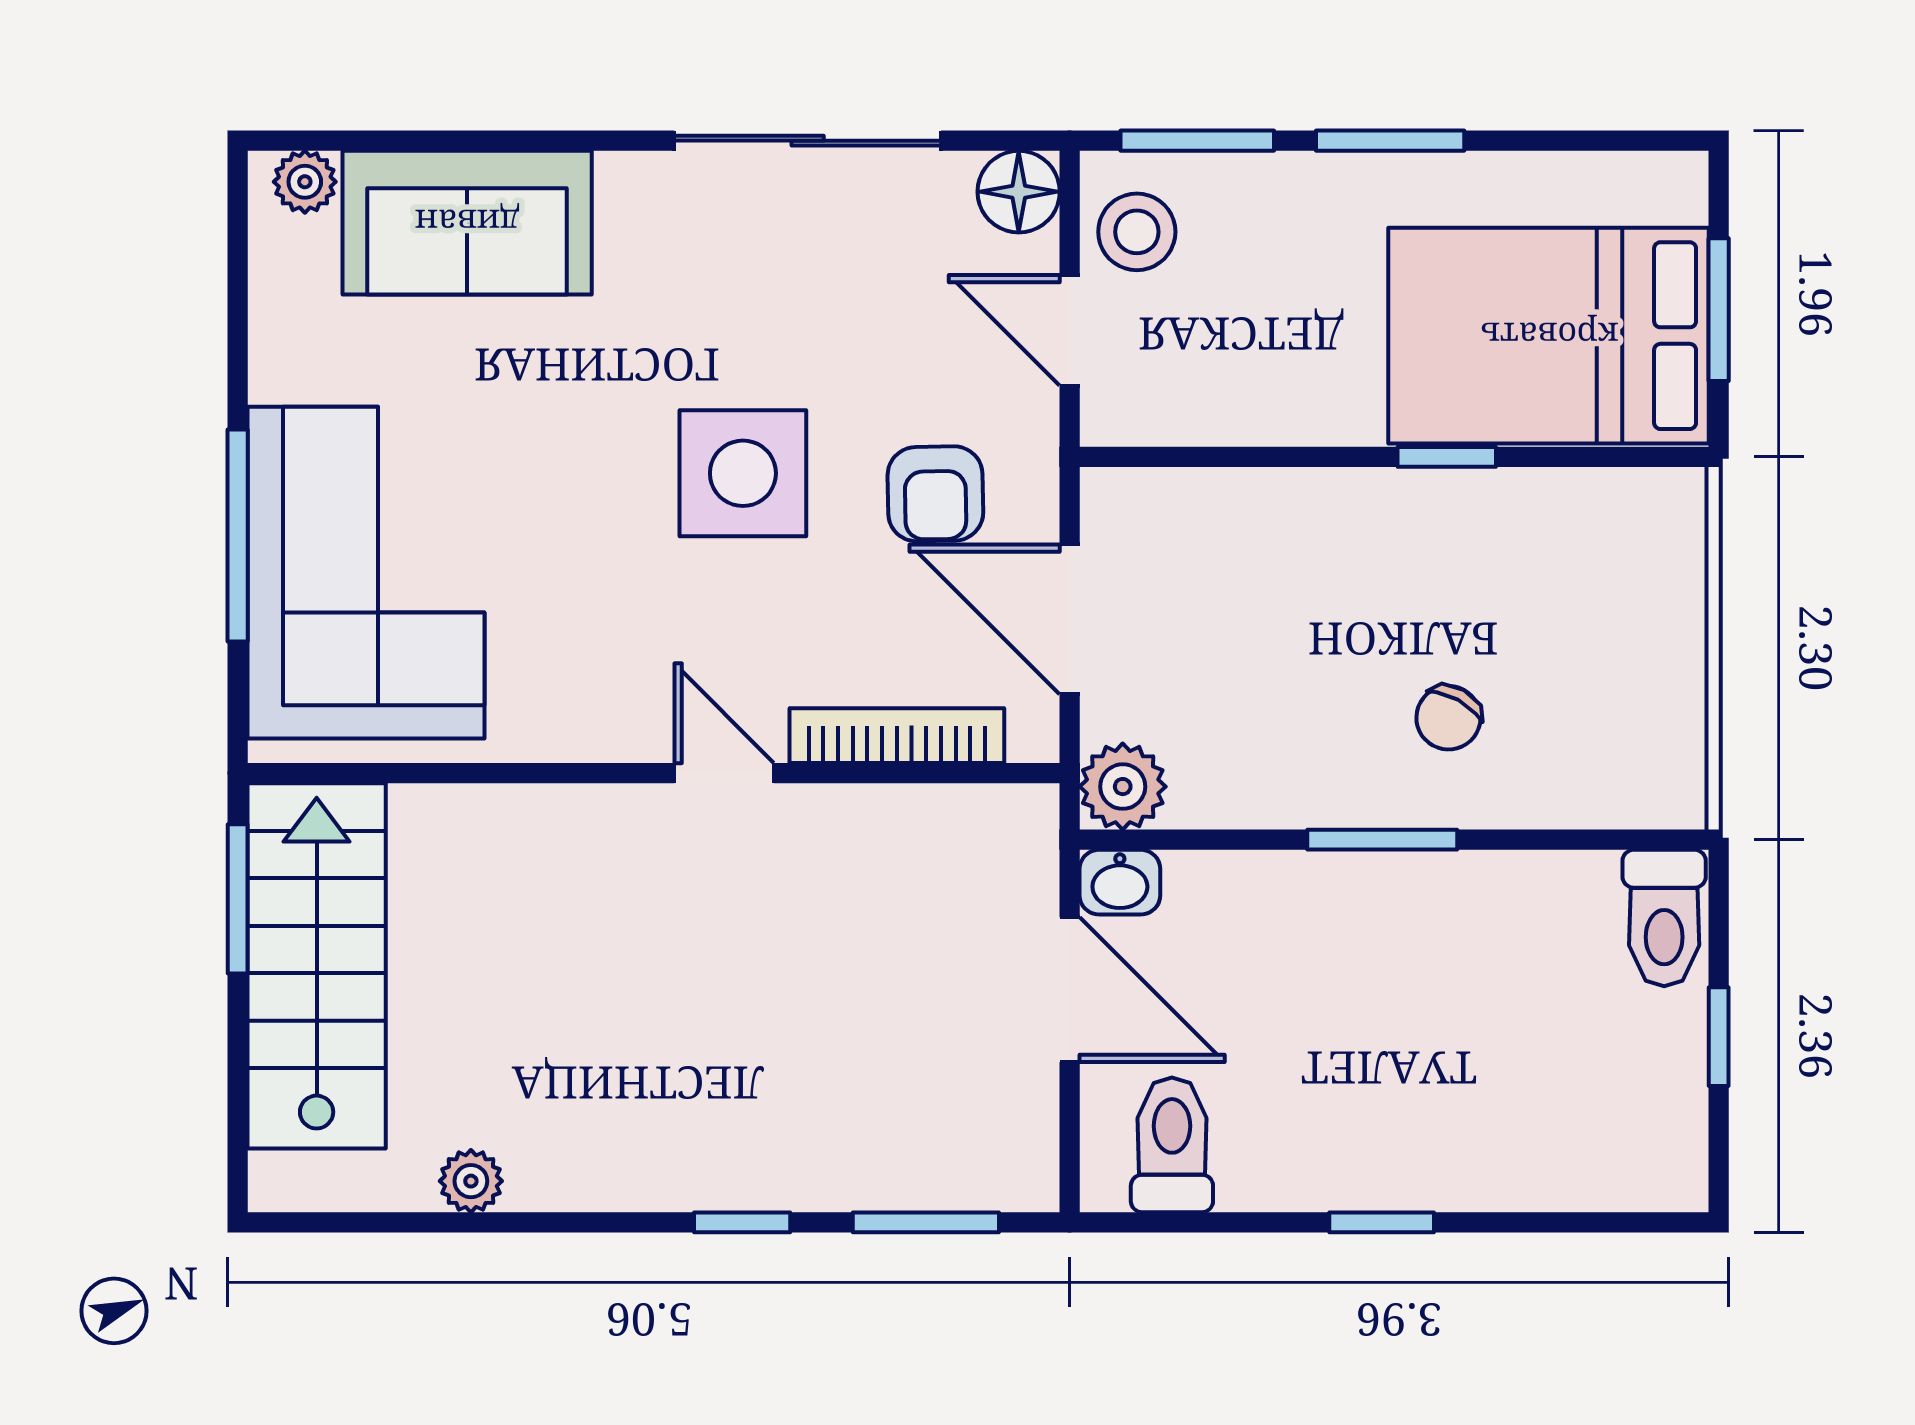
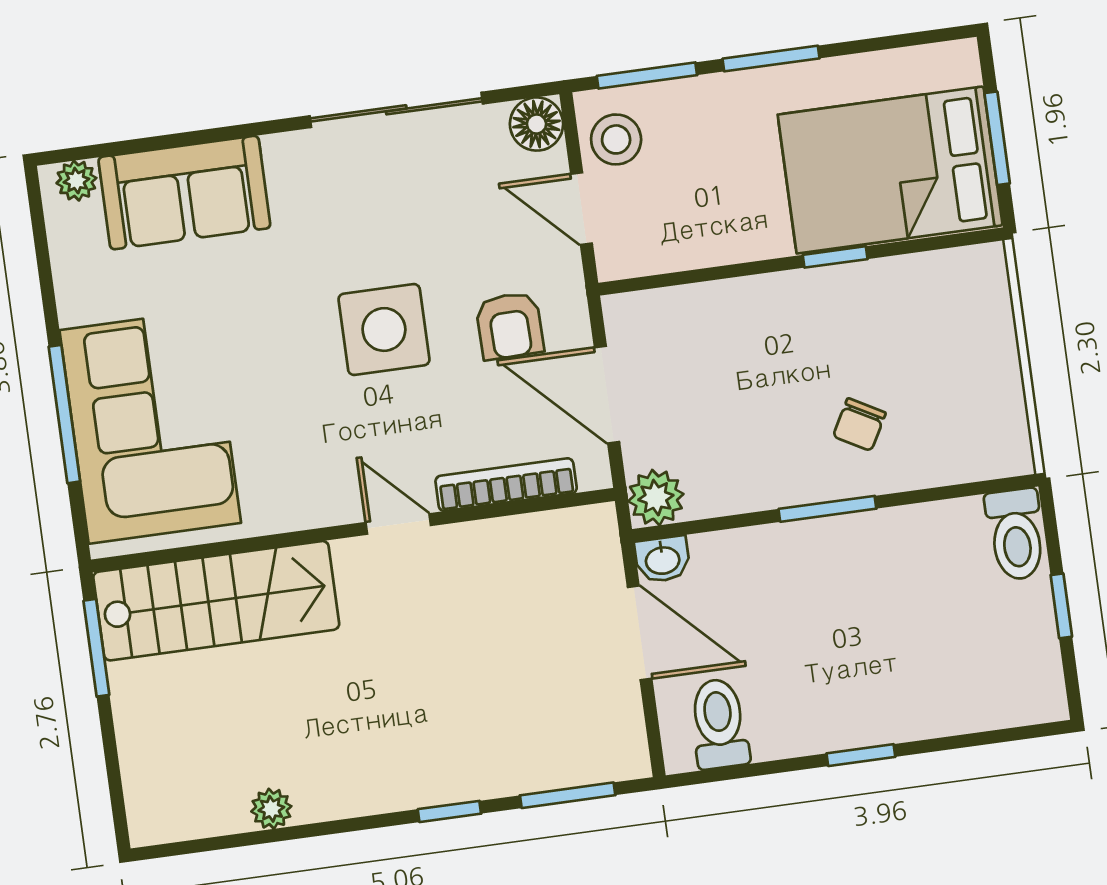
stairs: (317, 966) -> (216, 601), moved, turned 90

